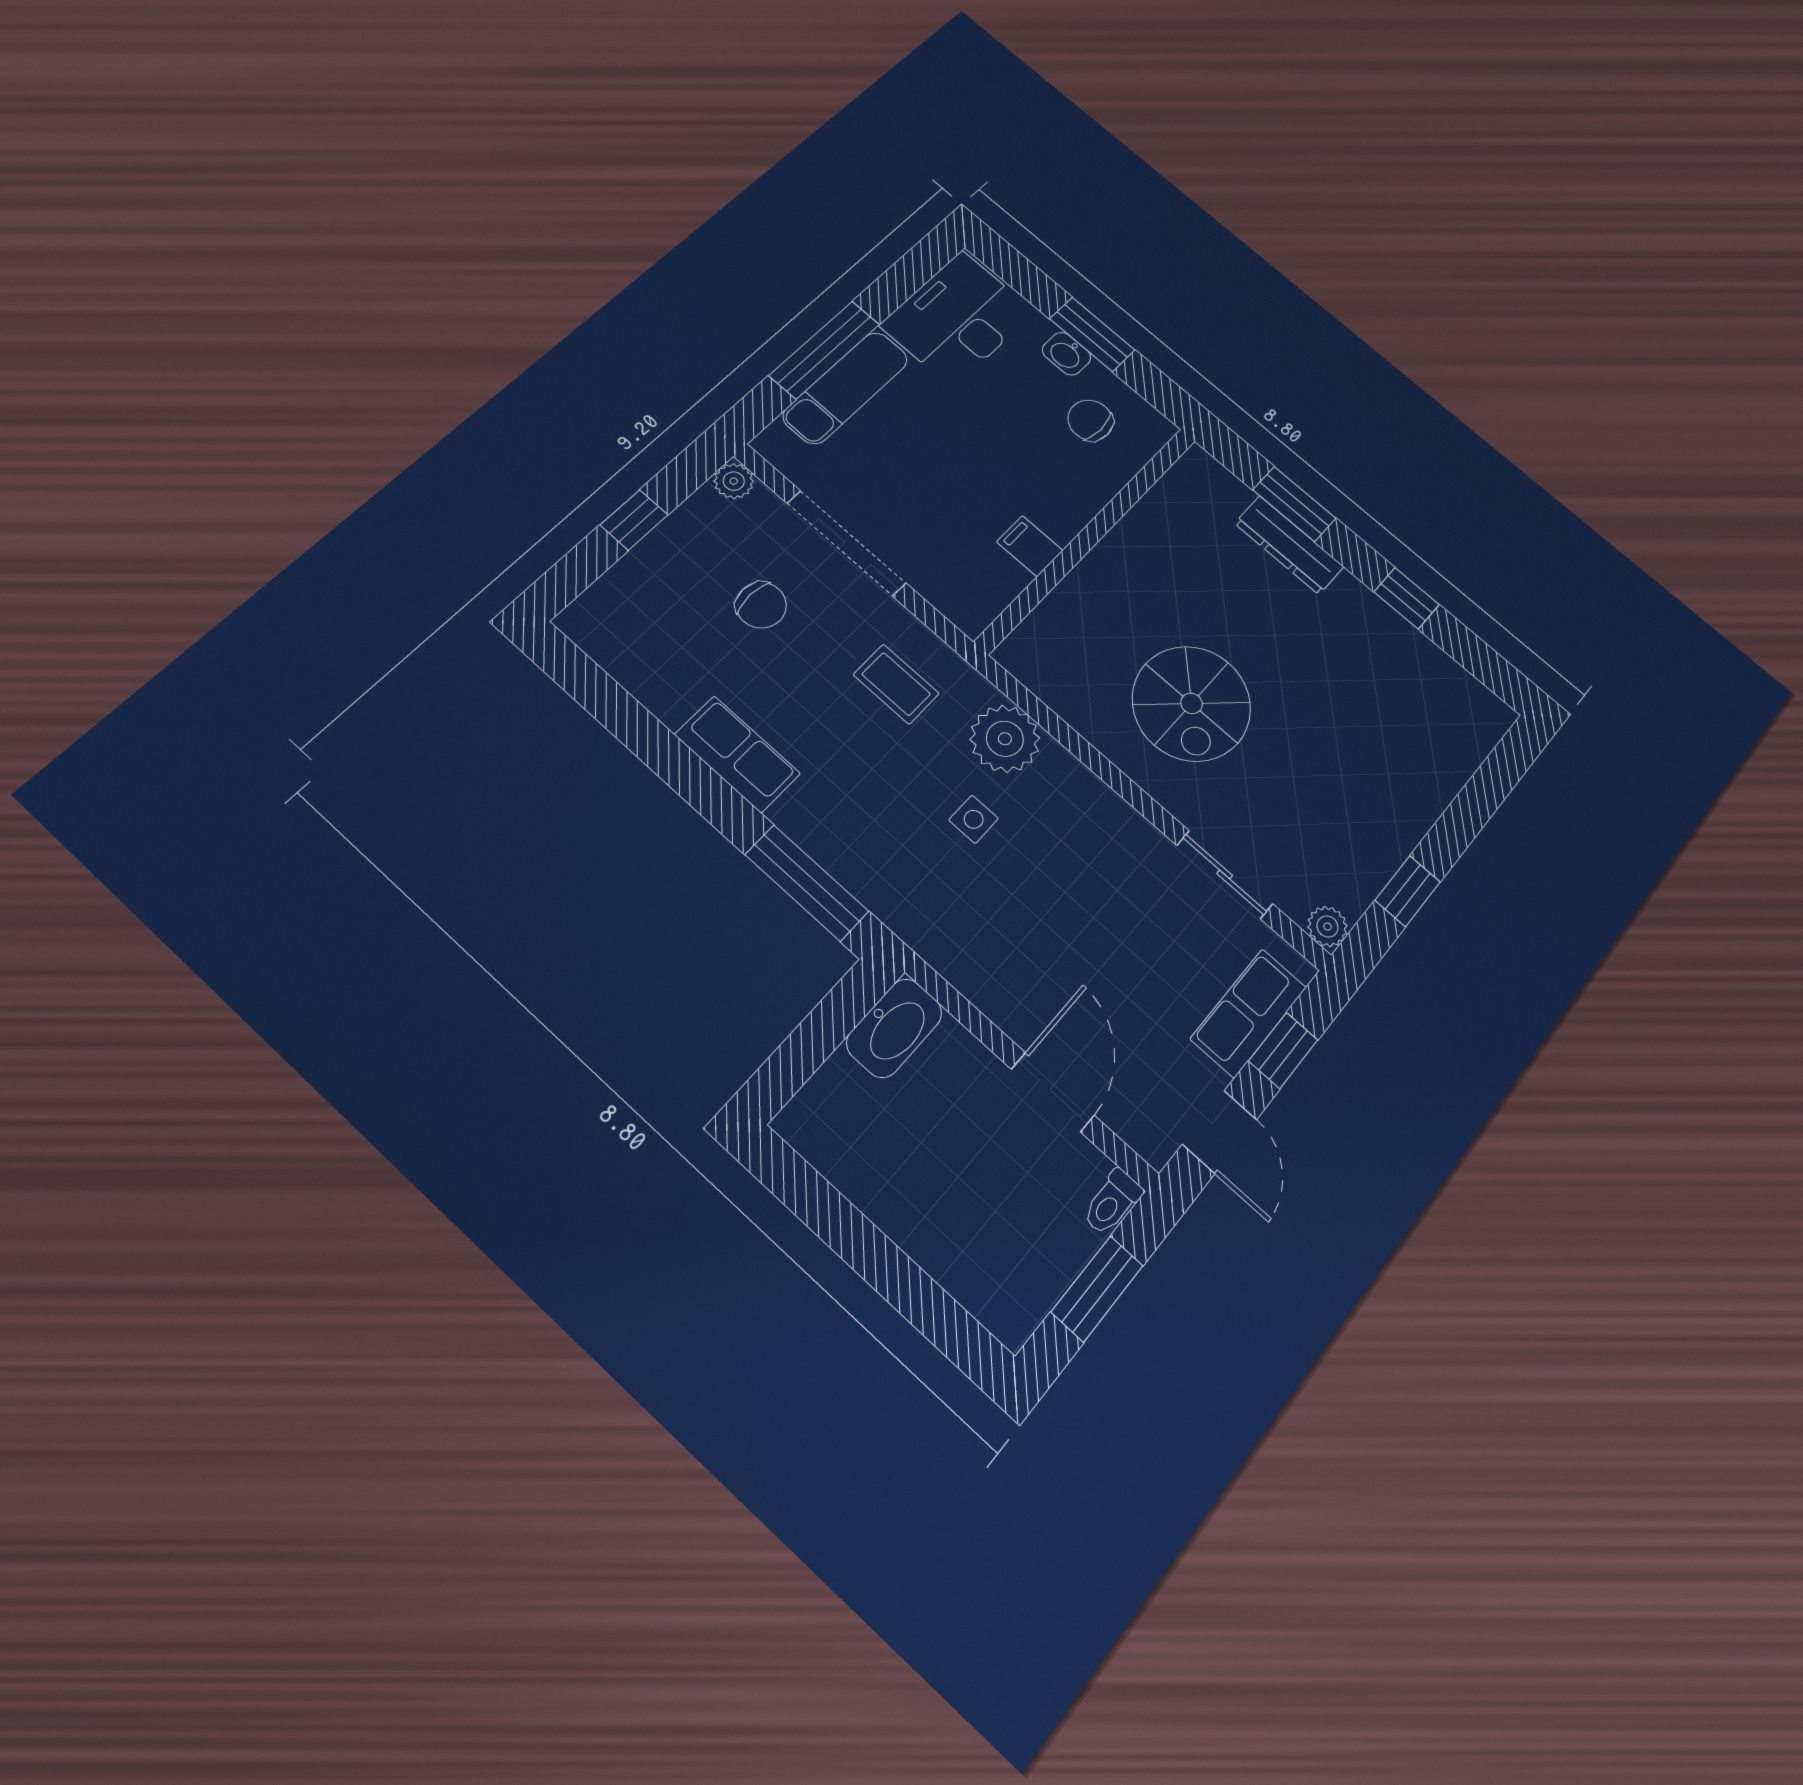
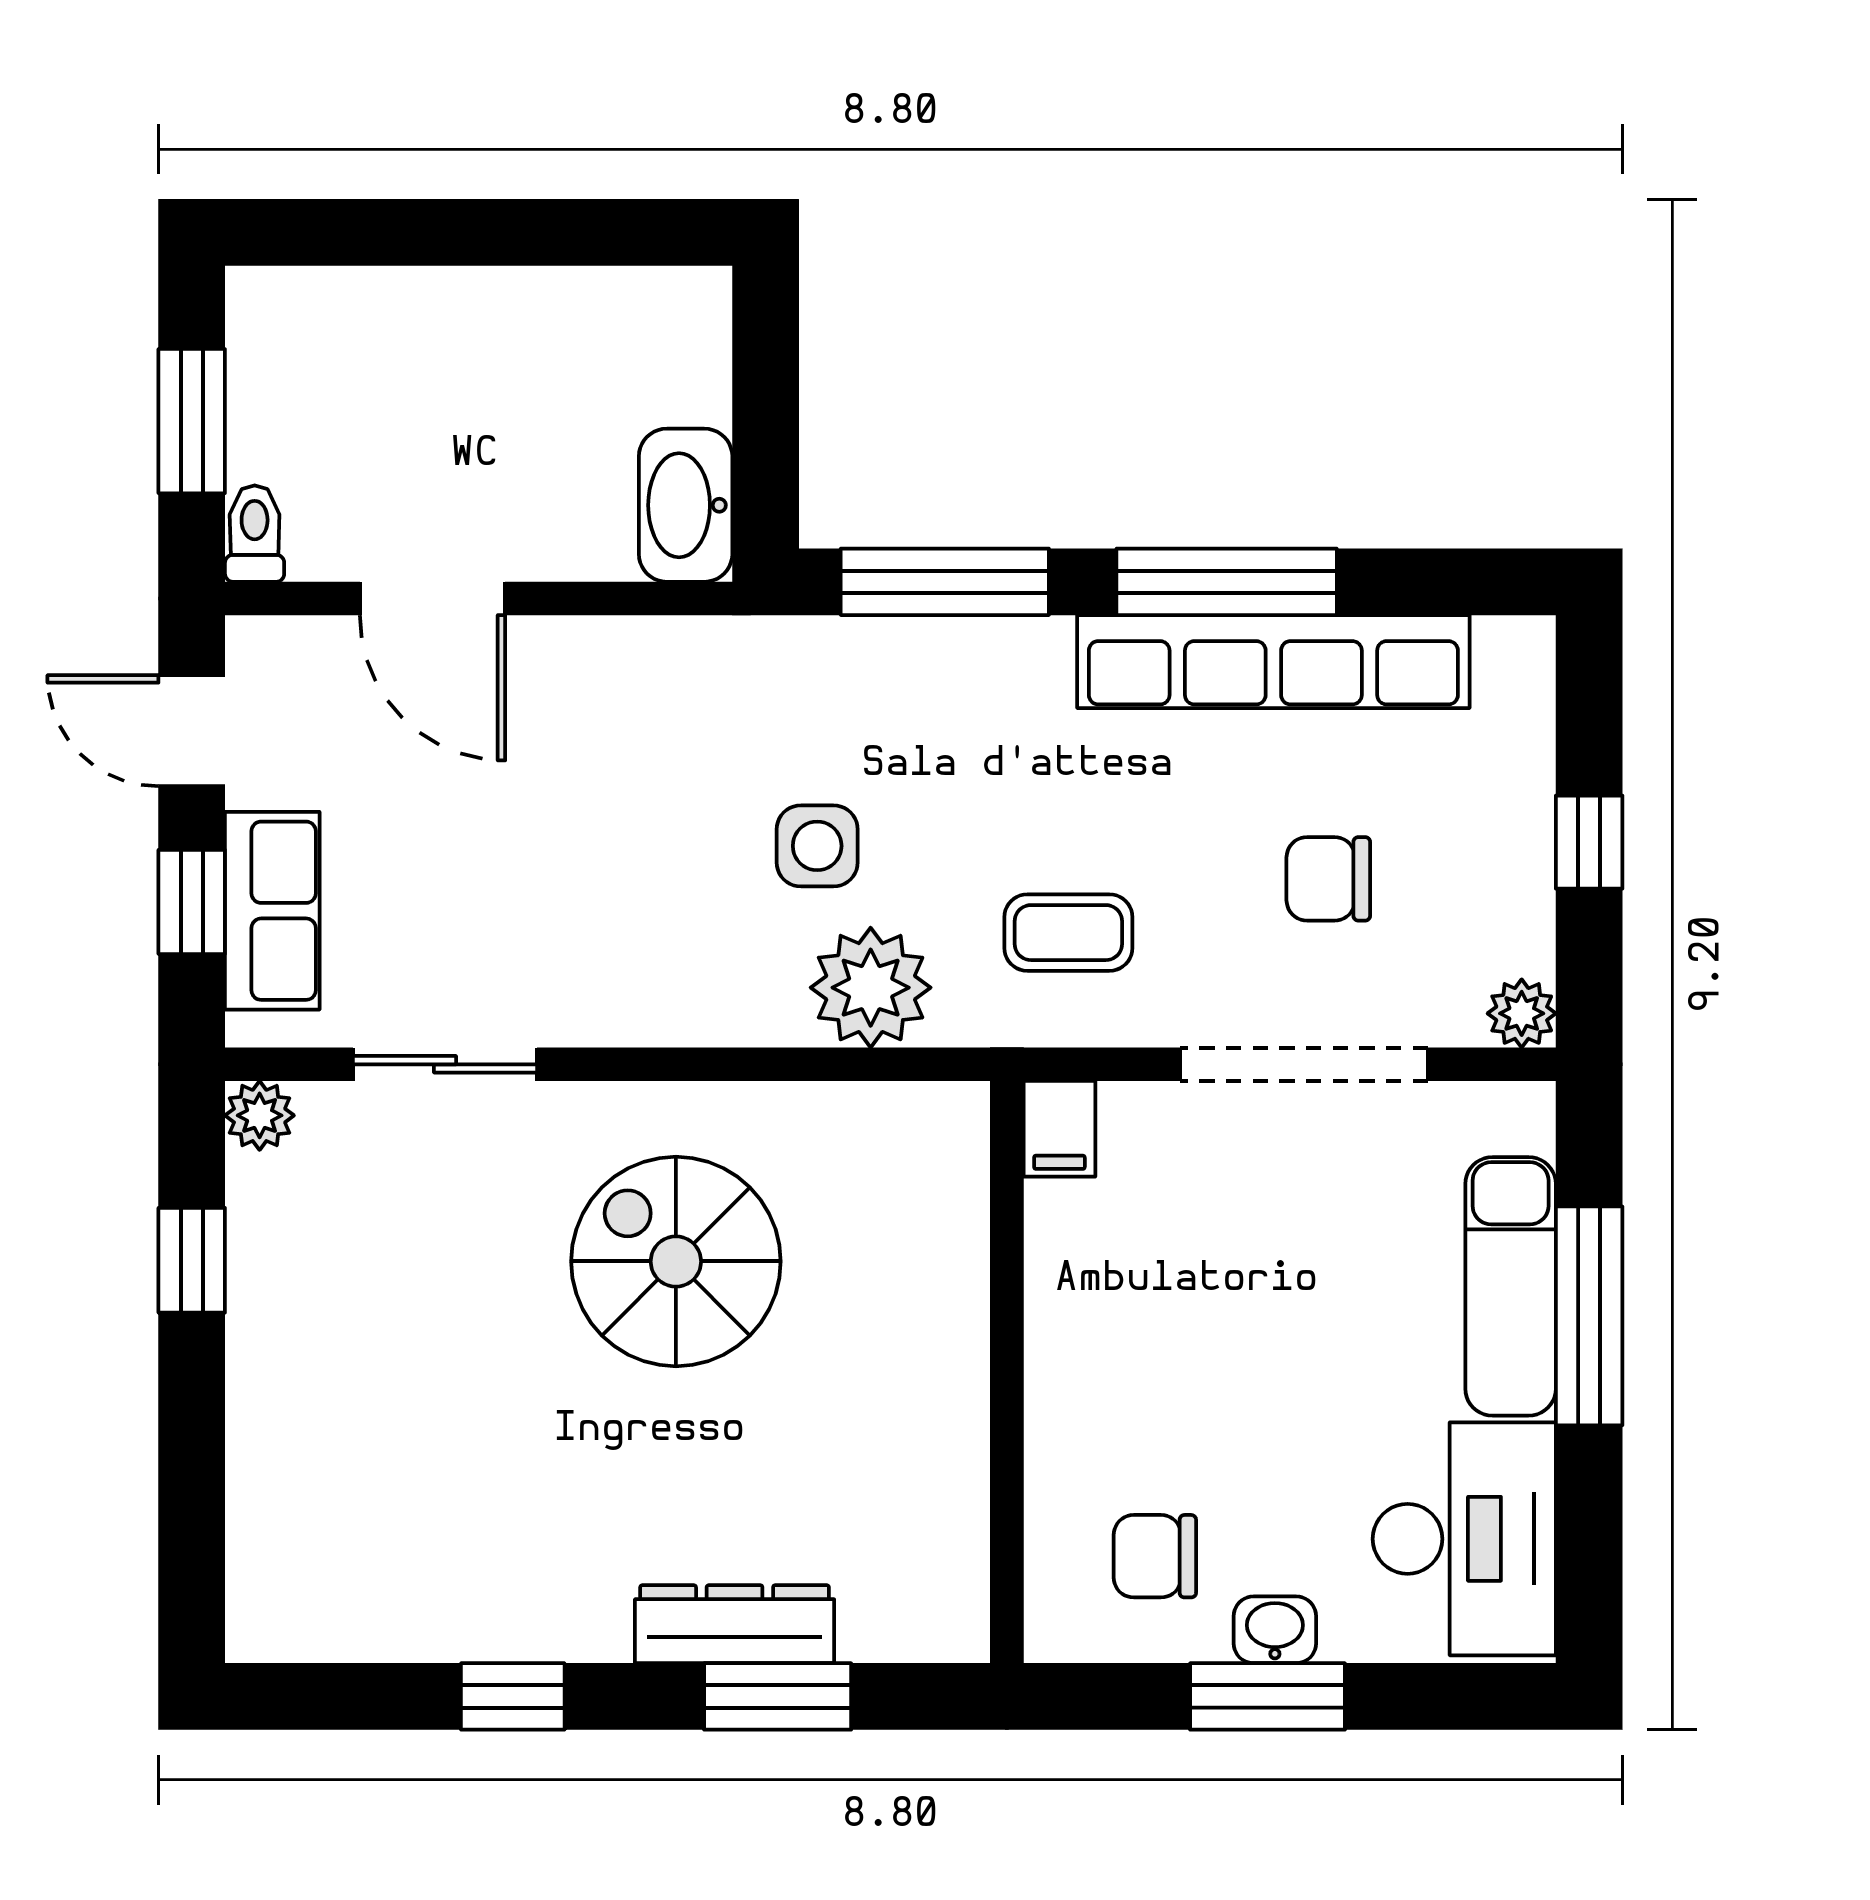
chair: (1090, 420) -> (1155, 1556), turned 180
filing cabinet: (1030, 546) -> (1059, 1129), moved, turned 90
row of seats: (737, 754) -> (1273, 662), width x2.02
window: (679, 767) -> (1227, 582), added
side table: (974, 819) -> (817, 846), width x1.37, depth x1.37

